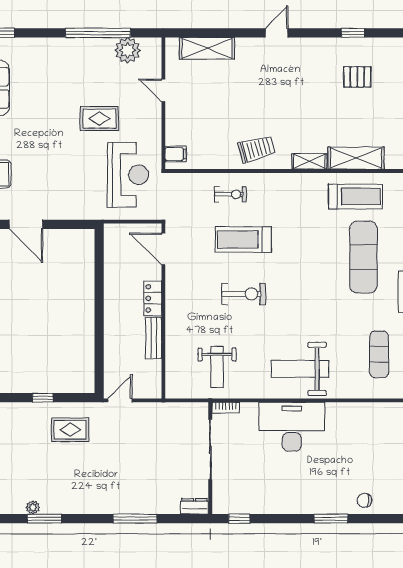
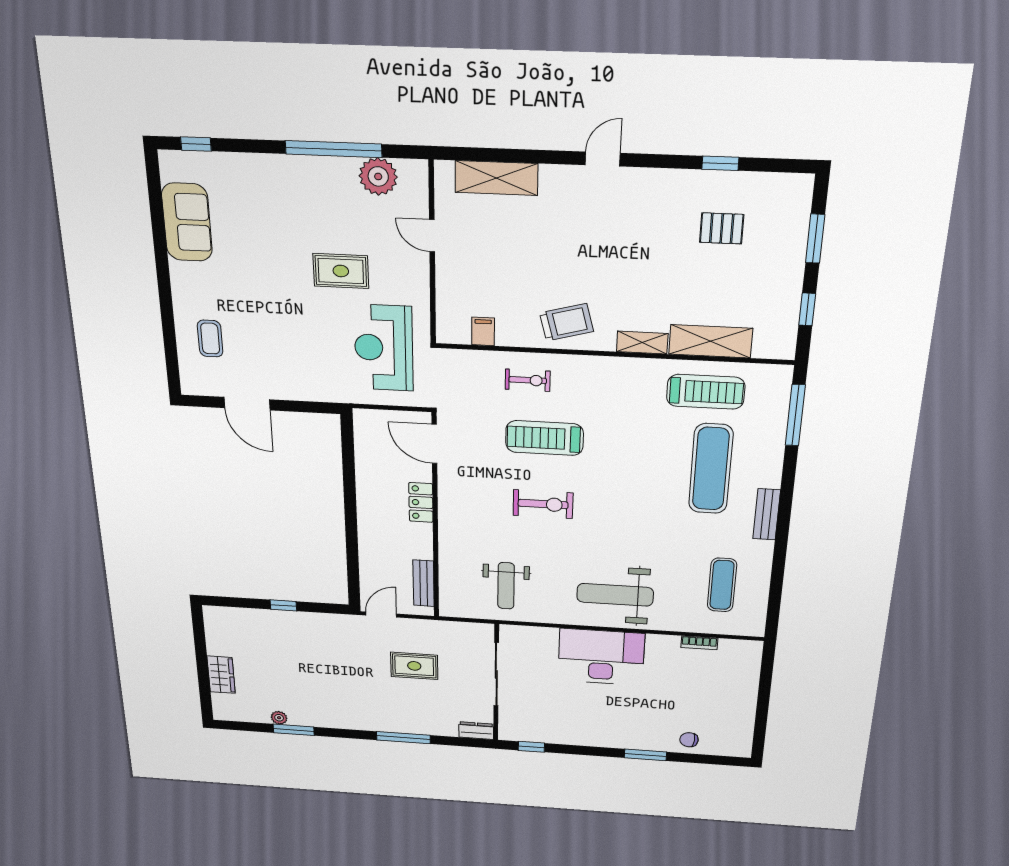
filing cabinet: (176, 154) -> (483, 331), moved, turned -90
reception desk: (128, 175) -> (384, 348), turned 180
bench: (154, 338) -> (424, 583), moved
bookcase: (226, 408) -> (699, 643), moved
rug: (70, 430) -> (414, 666), moved

